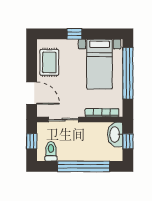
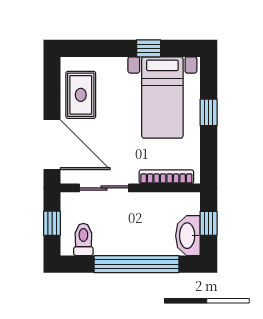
window: (74, 34) -> (149, 48), moved
window: (128, 73) -> (209, 112), width x0.32
door: (32, 93) -> (52, 145), width x1.36
washbasin: (115, 135) -> (188, 236), moved

